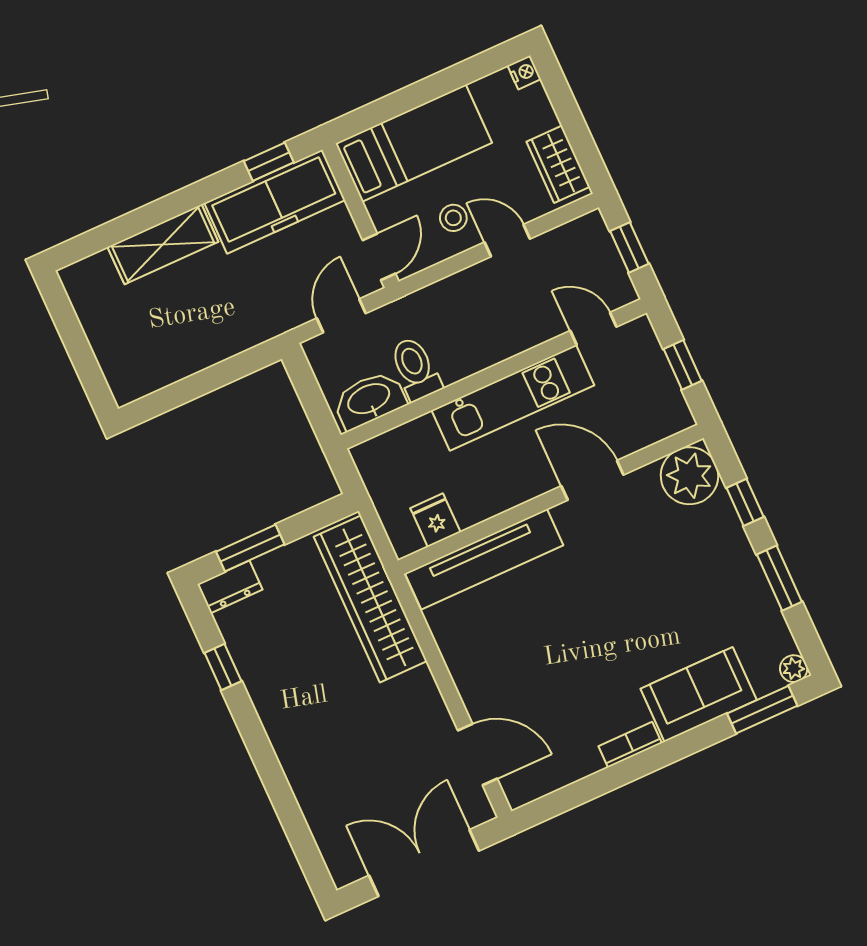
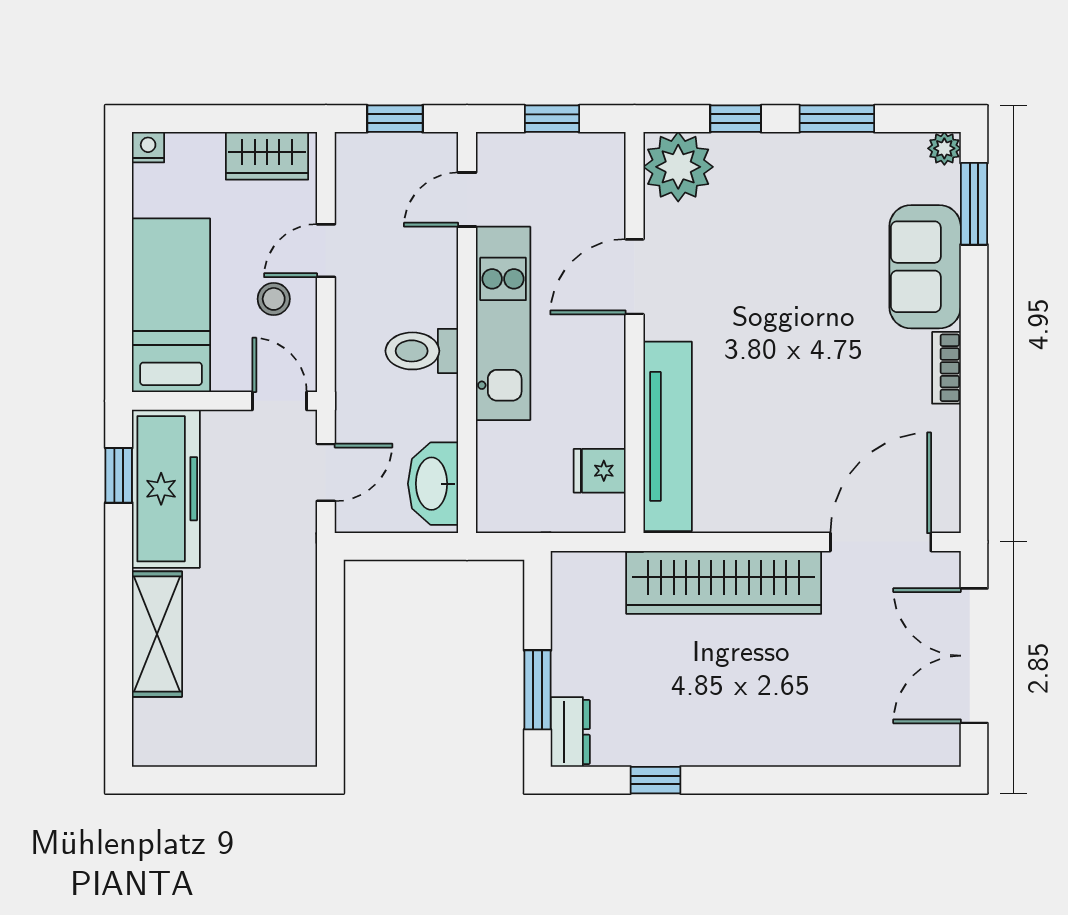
door: (341, 316) -> (326, 472), swing flipped
toilet: (415, 369) -> (422, 351), moved
wardrobe: (370, 599) -> (724, 582), moved
door: (478, 755) -> (881, 542), width x1.36

